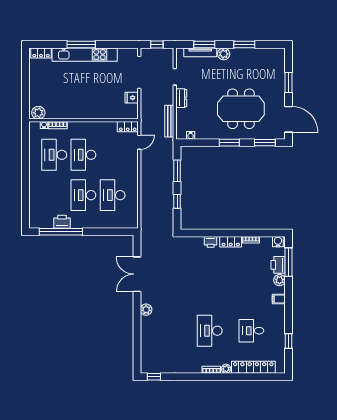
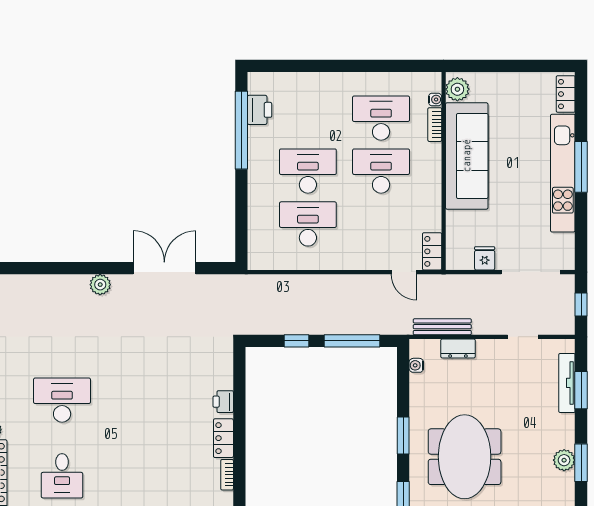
plant: (224, 54) -> (564, 460), moved
dresser: (181, 98) -> (458, 348), moved
sofa: (75, 108) -> (467, 156), added
window: (177, 171) -> (352, 341), width x1.44
printer: (62, 222) -> (260, 110), moved
desk: (251, 331) -> (62, 476), turned 180

